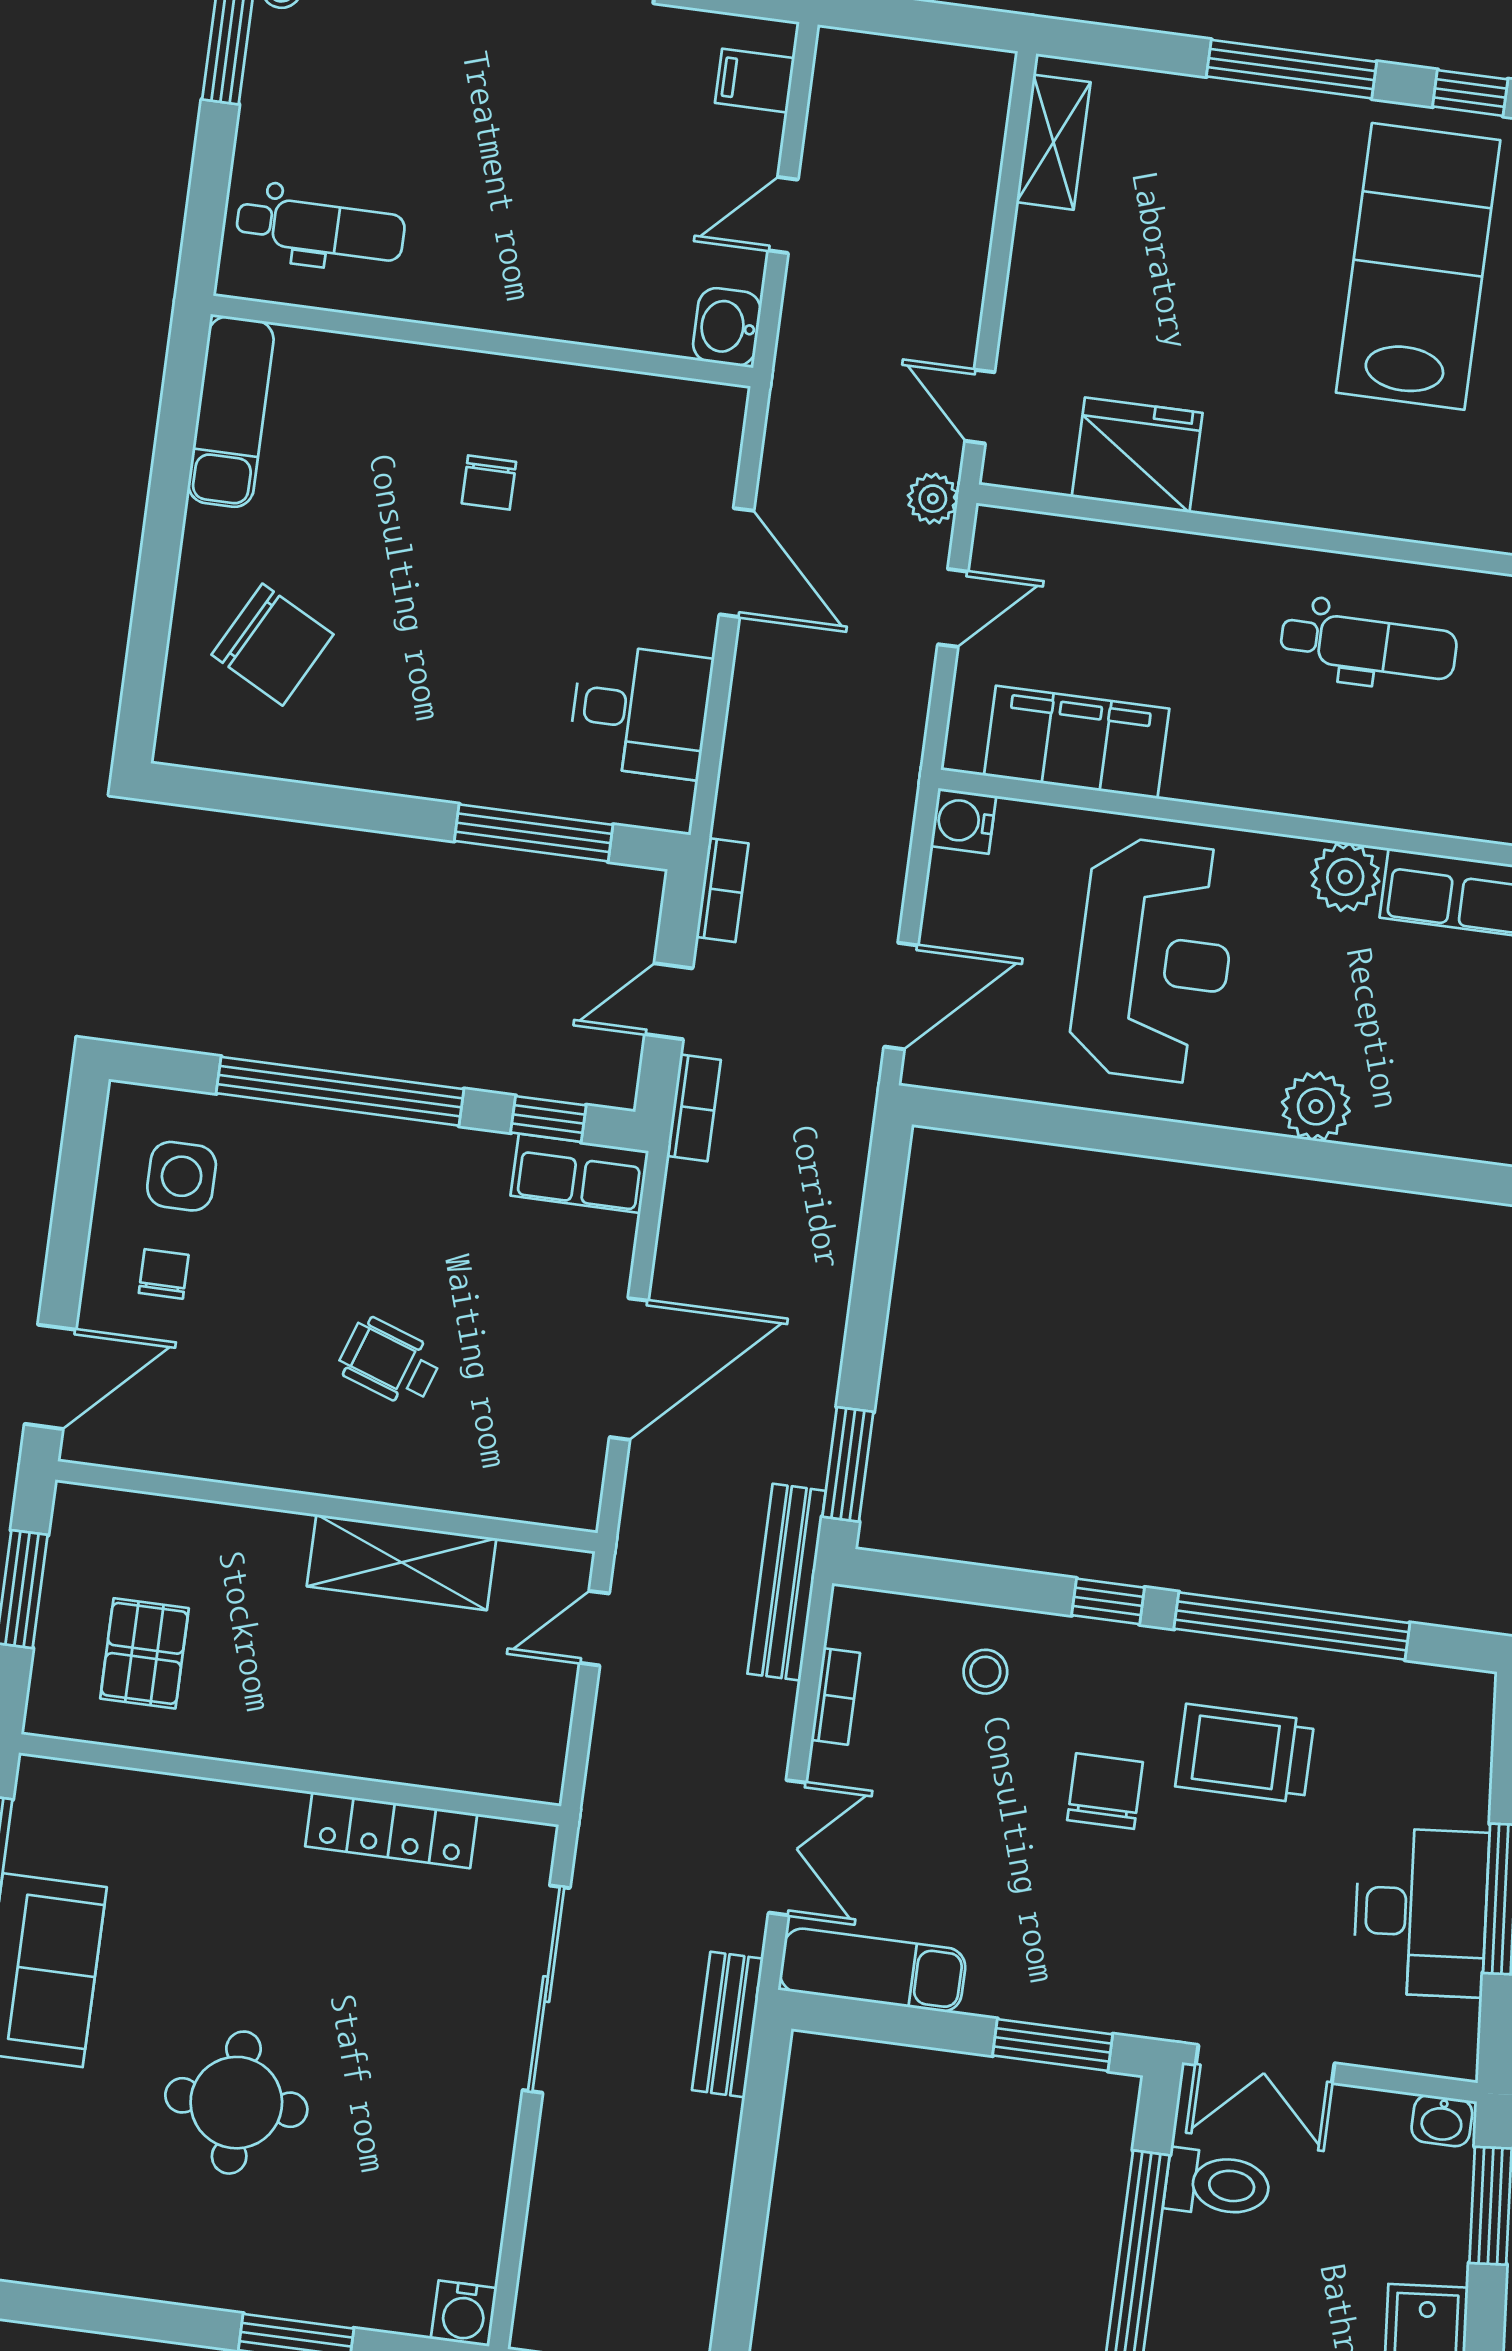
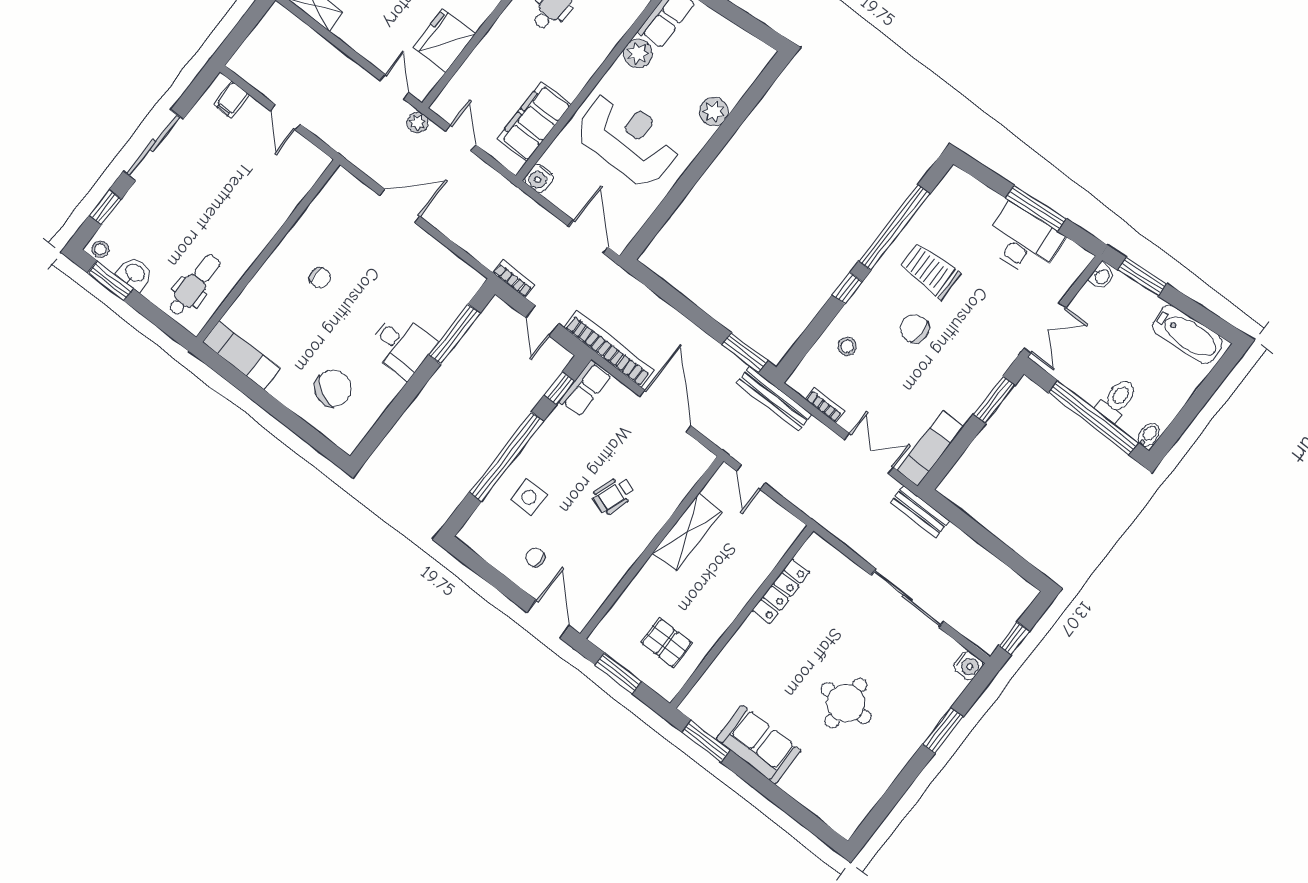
washbasin: (727, 327) -> (135, 273), moved, turned 180
door: (980, 407) -> (394, 87), swing flipped
desk: (641, 711) -> (402, 345), moved, turned 90
bookcase: (694, 1108) -> (609, 349), width x2.31, depth x1.31
side table: (182, 1176) -> (529, 497), moved
trolley: (1245, 1754) -> (930, 271), turned 90
sliding door: (546, 1989) -> (907, 598), moved
toilet: (1217, 2184) -> (1117, 400), moved

